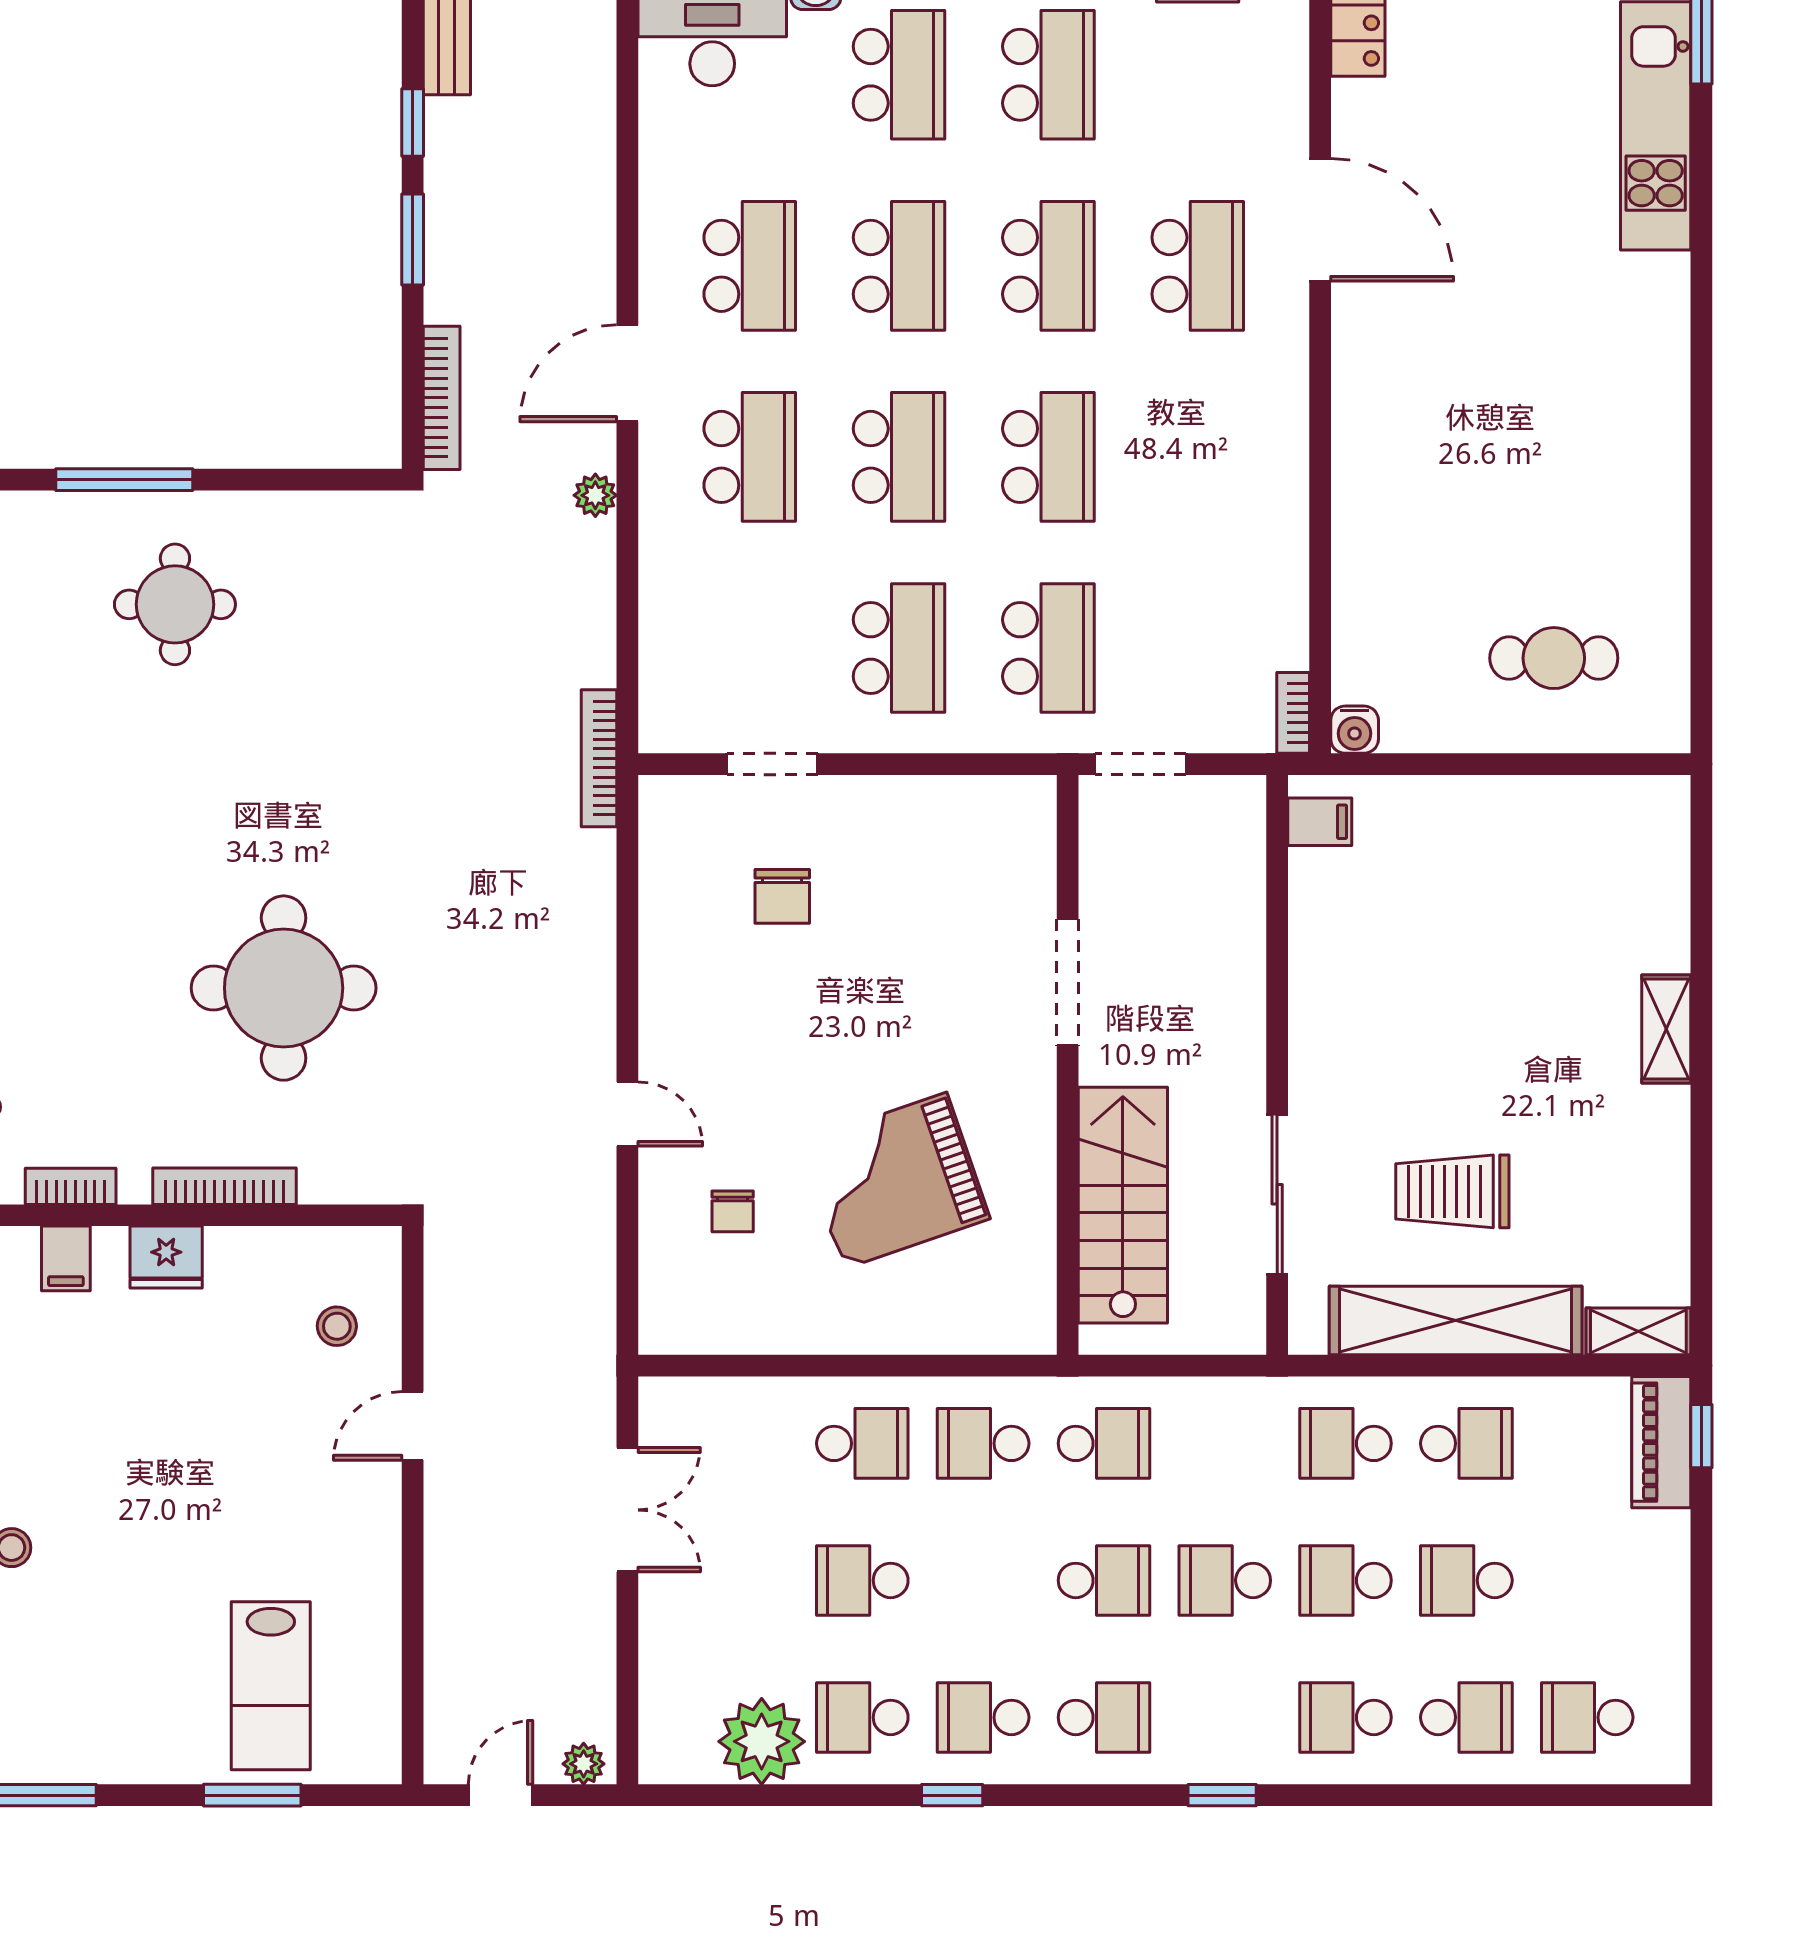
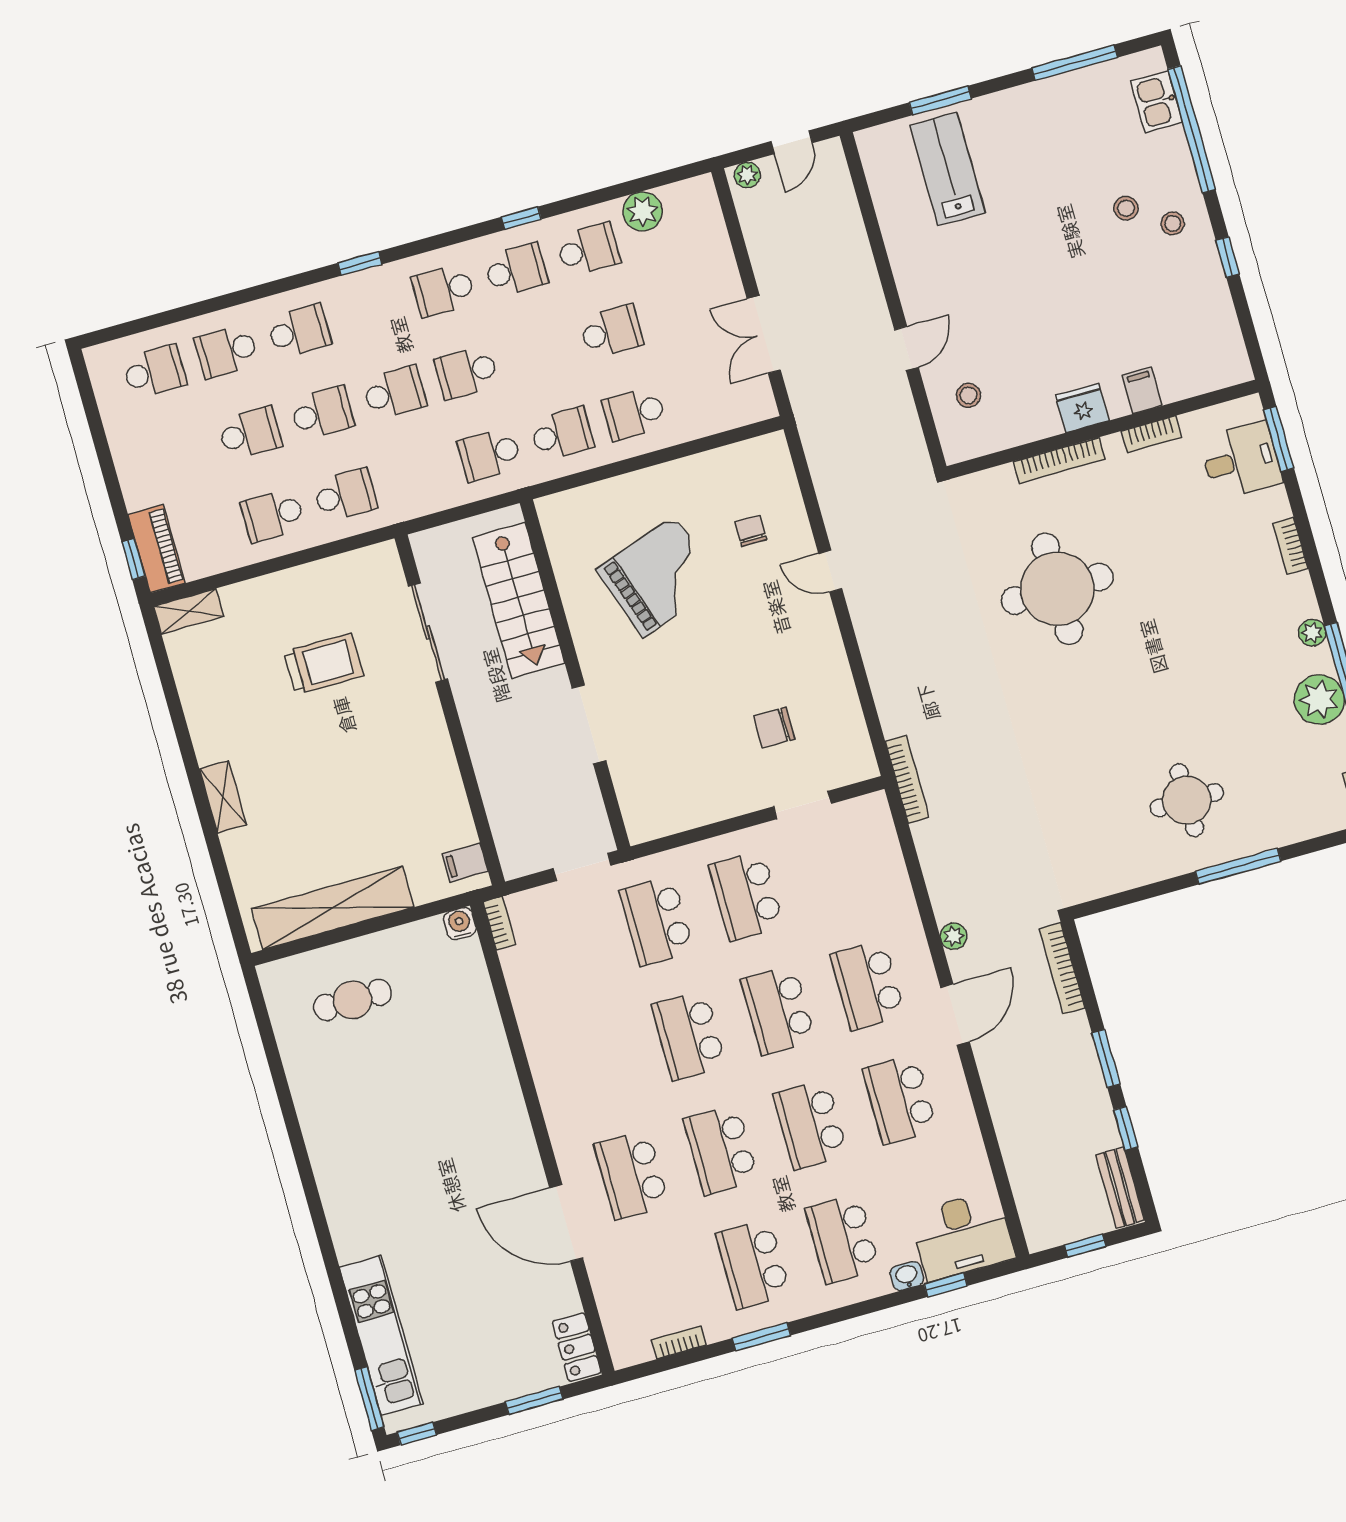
chair: (782, 896) -> (774, 727), turned -90
shelving: (1456, 1320) -> (333, 908), moved
plant: (762, 1741) -> (643, 211), width x0.73, depth x0.73

